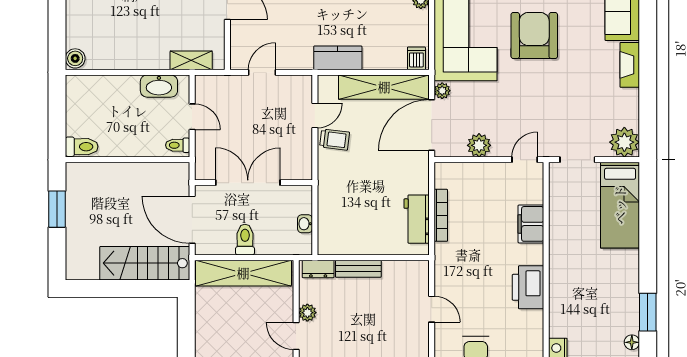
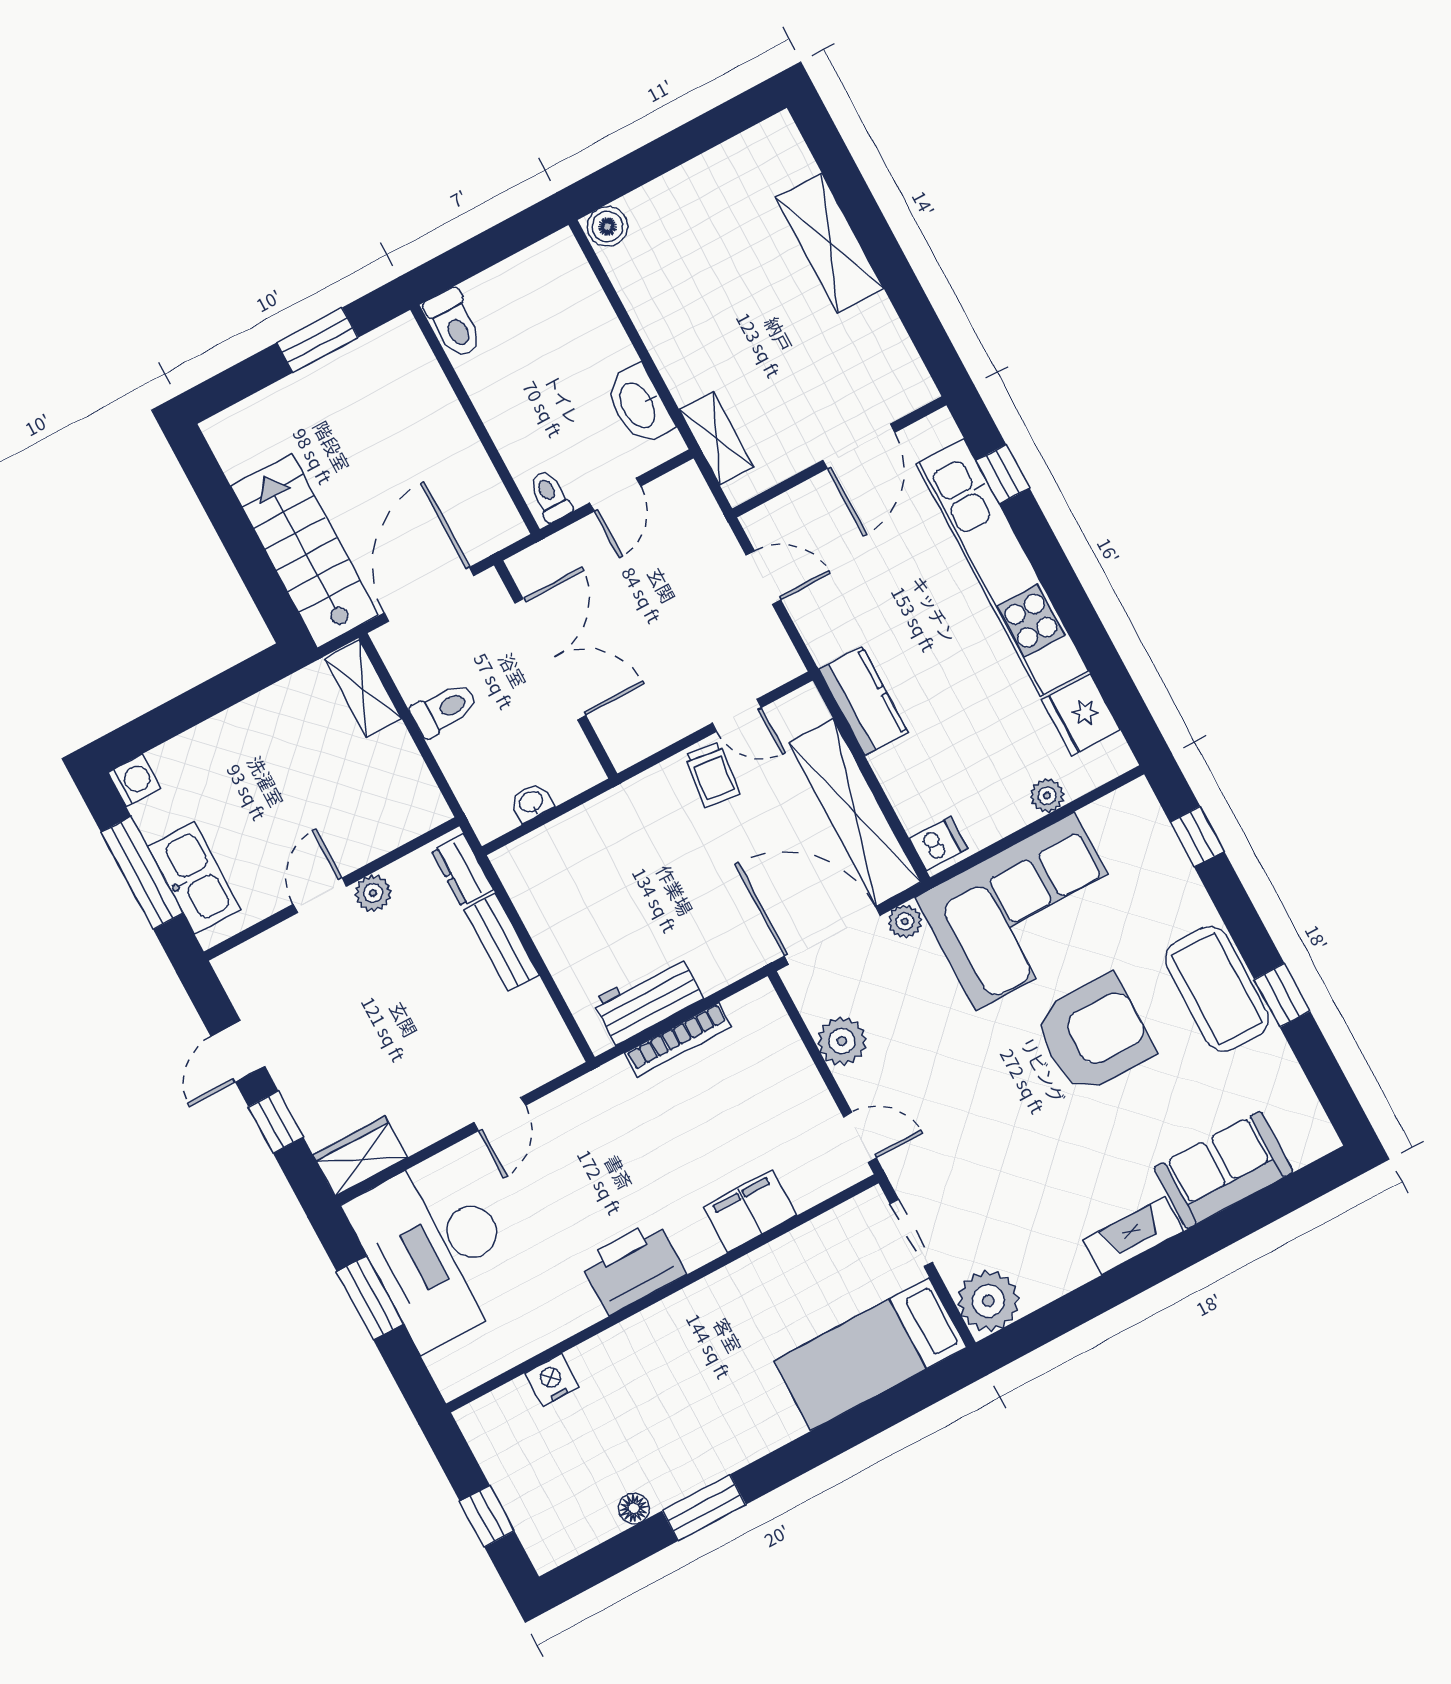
shelving: (243, 273) -> (363, 689), width x0.45, depth x0.75

